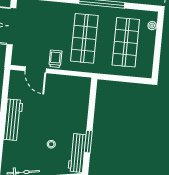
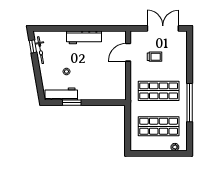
trolley: (55, 59) -> (155, 57), moved

